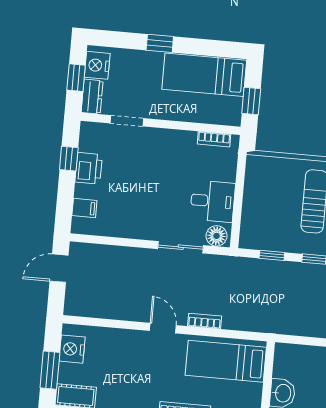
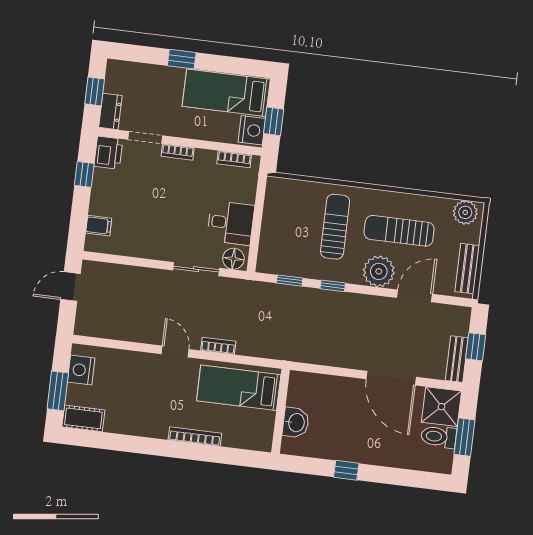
nightstand: (97, 65) -> (252, 130), moved, turned 180
bookcase: (159, 134) -> (178, 152), added
printer: (89, 168) -> (108, 153), moved

